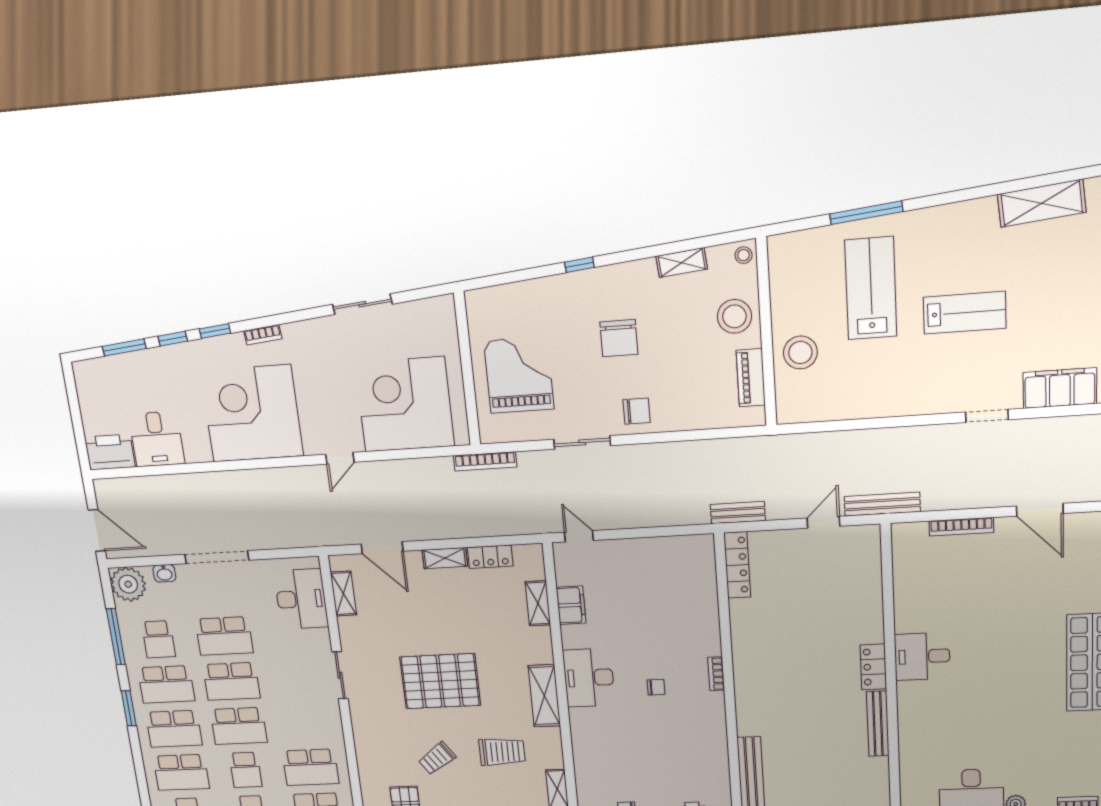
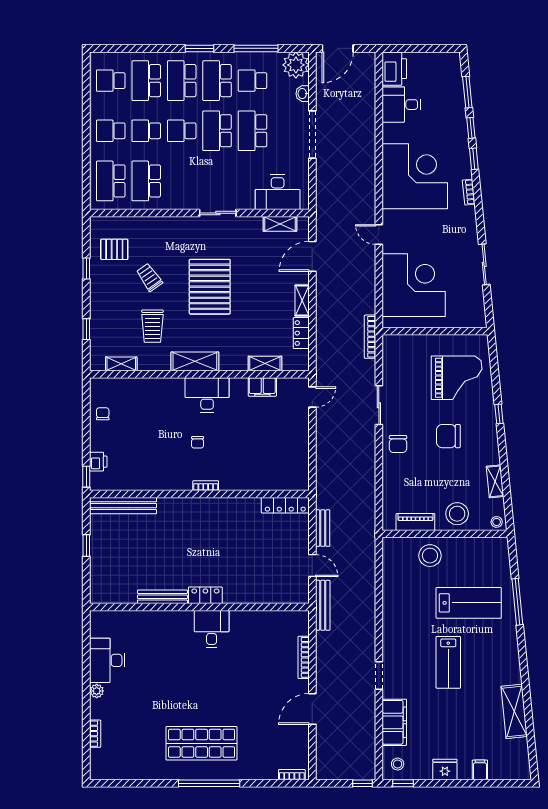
grand piano: (519, 375) -> (457, 378), moved
bench: (738, 513) -> (323, 528), moved
school desk: (239, 726) -> (182, 131), width x0.54

